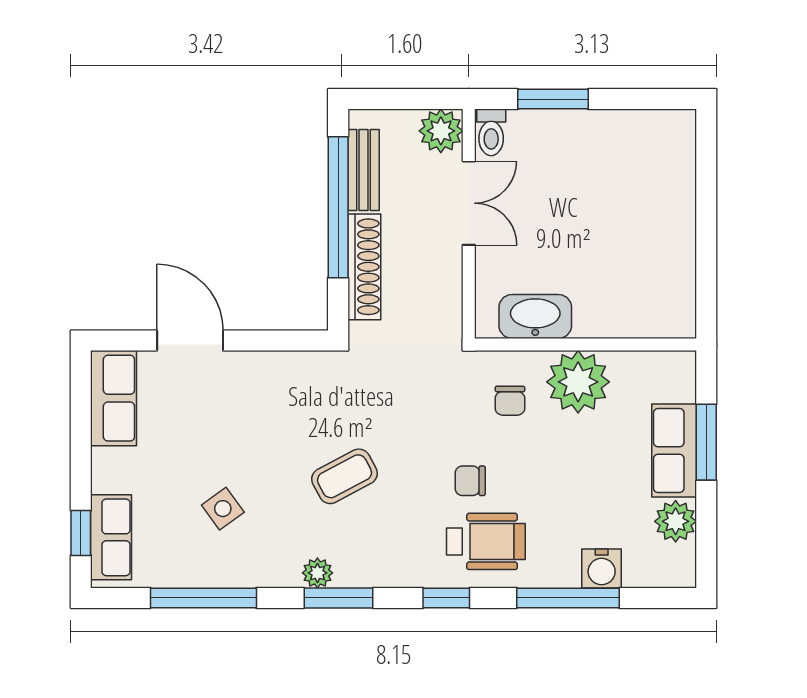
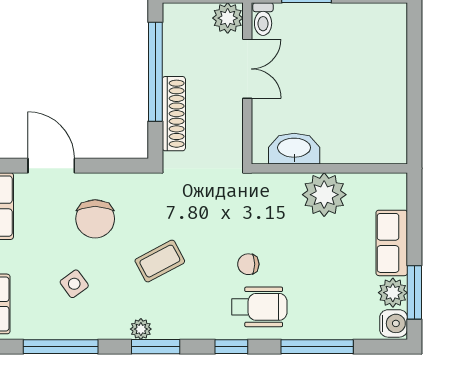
bench: (364, 170) -> (173, 46), removed
chair: (510, 401) -> (95, 219), moved, width x1.87, depth x1.87
window: (706, 442) -> (414, 292), moved
water cooler: (602, 568) -> (394, 323), moved, turned -90

